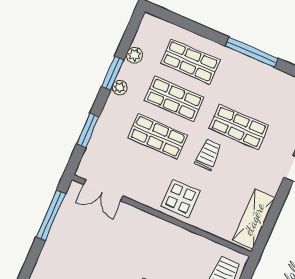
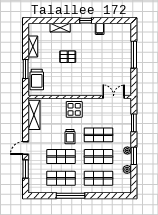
shop shelf: (255, 90) -> (61, 178), added
window: (51, 215) -> (134, 55), moved

